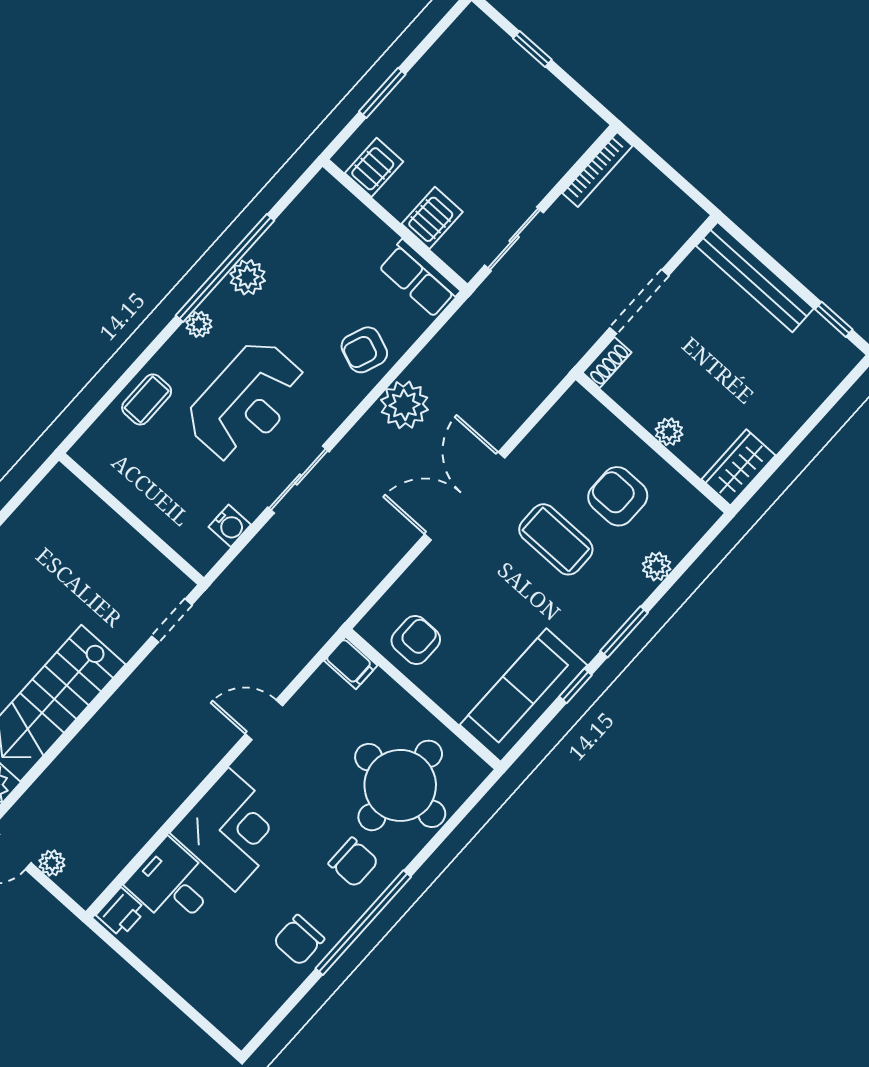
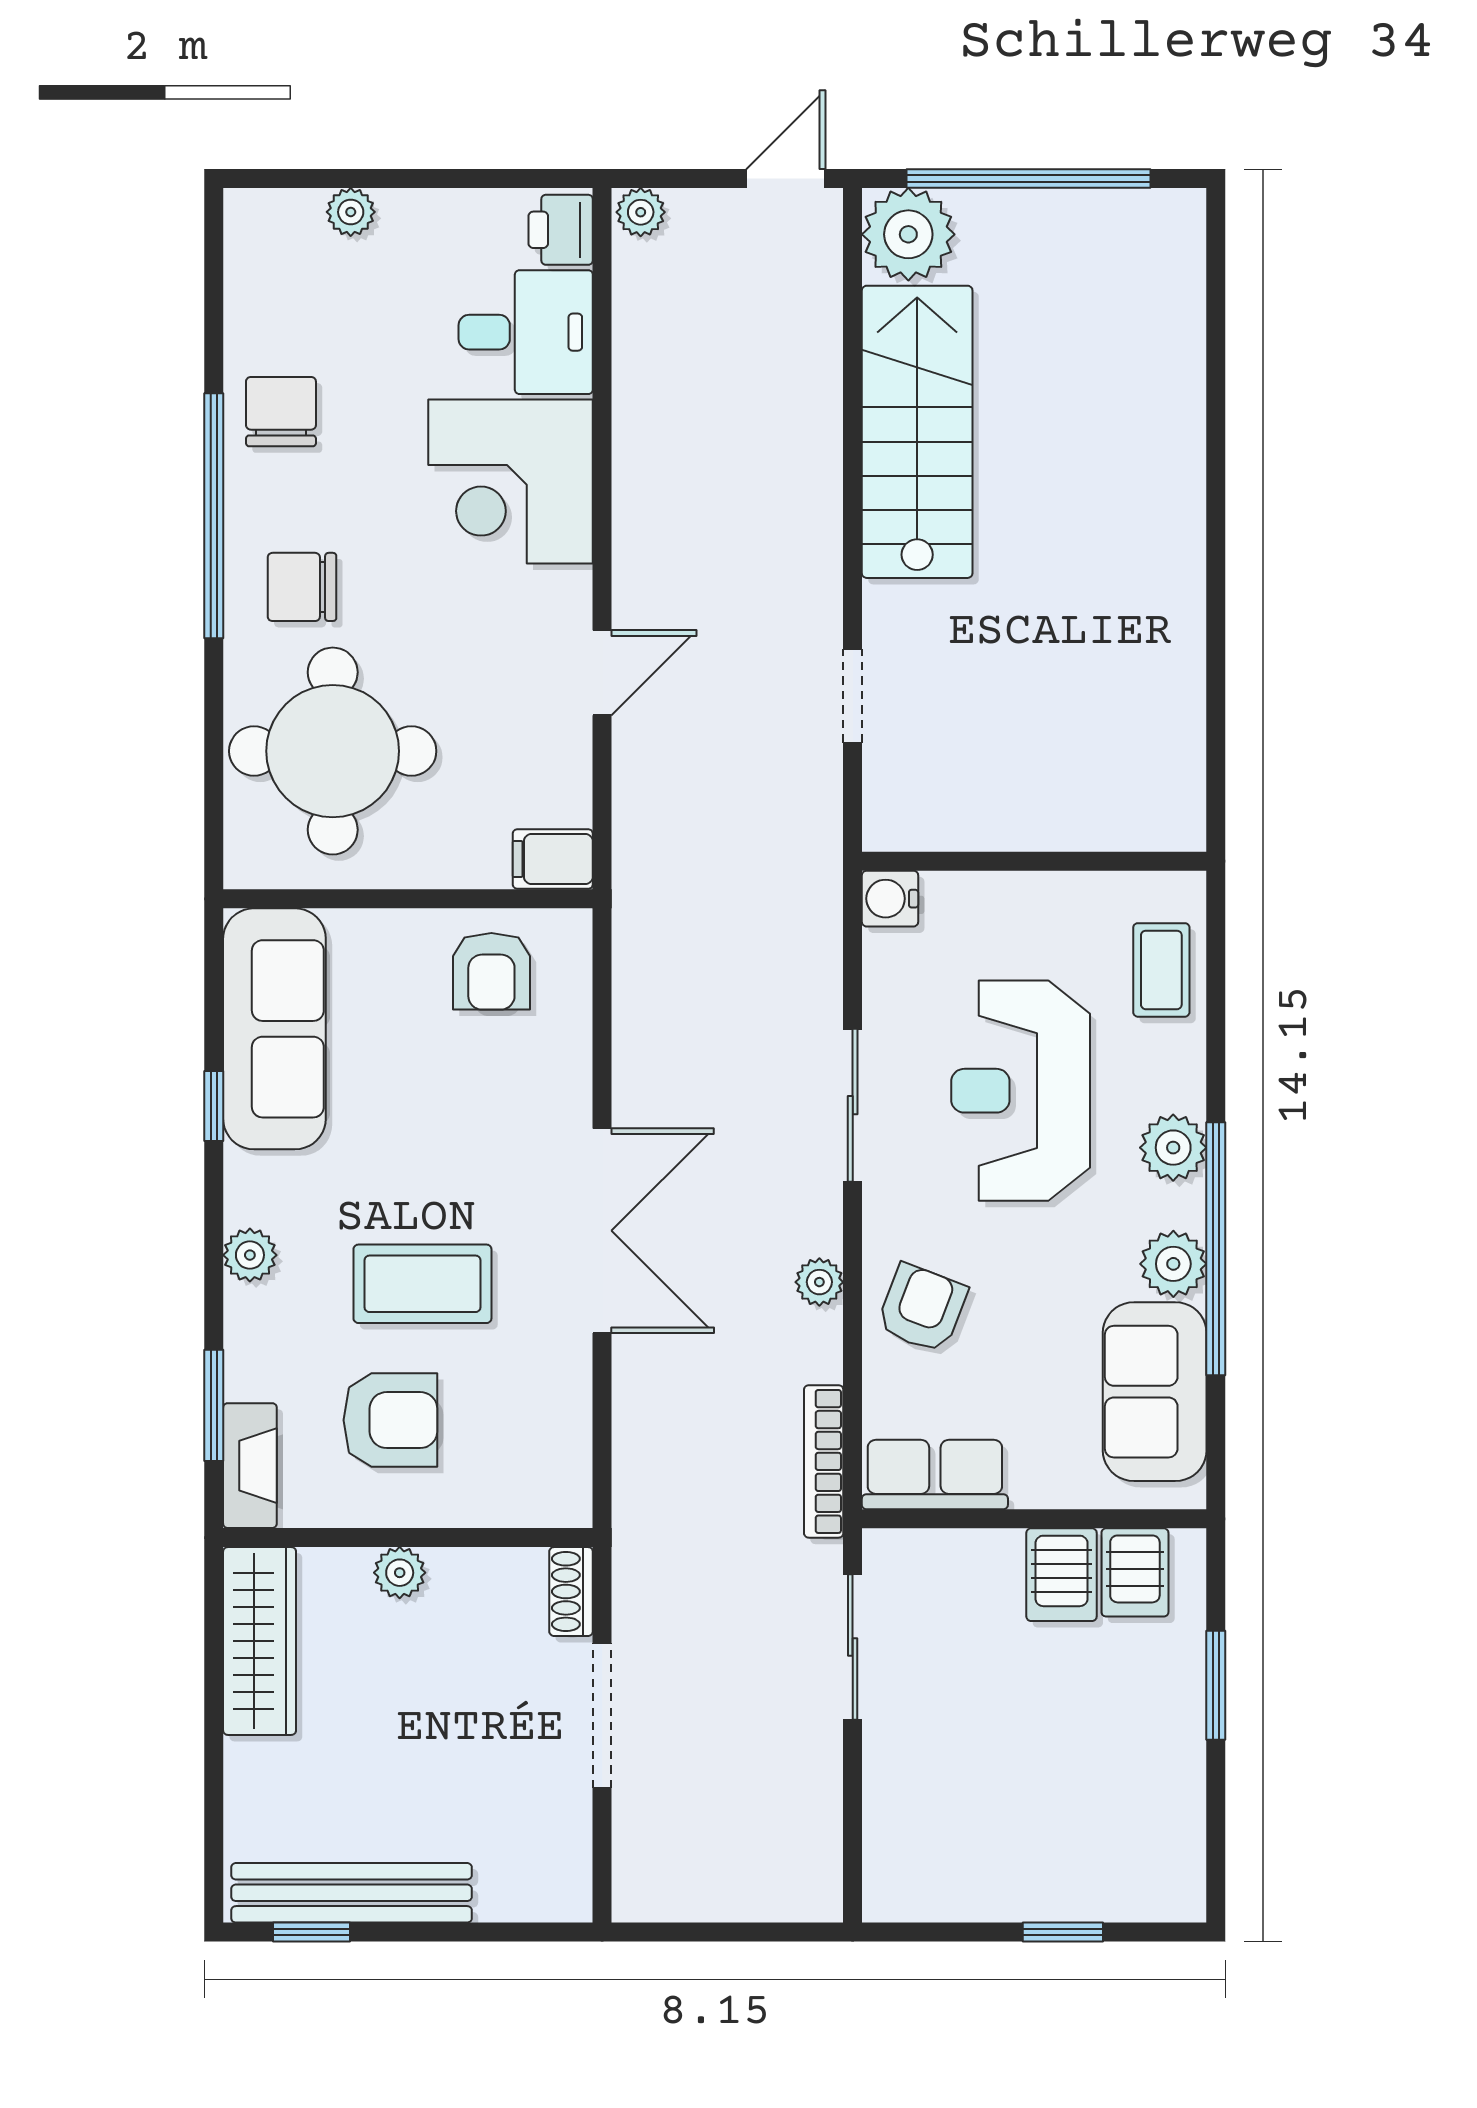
bookcase: (597, 169) -> (824, 1461), moved
server rack: (432, 218) -> (1062, 1575), moved
sofa: (301, 233) -> (1155, 1392), added
bench: (755, 277) -> (352, 1893), moved
plant: (199, 324) -> (1173, 1148), width x1.38, depth x1.38
plant: (404, 405) -> (819, 1282), width x0.53, depth x0.53
wardrobe: (738, 467) -> (260, 1641), width x1.50
sliding door: (298, 479) -> (853, 1105), moved
wall: (131, 519) -> (1034, 861), moved
fireplace: (690, 529) -> (250, 1466), added
plant: (657, 566) -> (250, 1255), moved
window: (624, 632) -> (214, 1405), moved
plant: (52, 863) -> (641, 212), moved
plant: (199, 995) -> (351, 212), added

